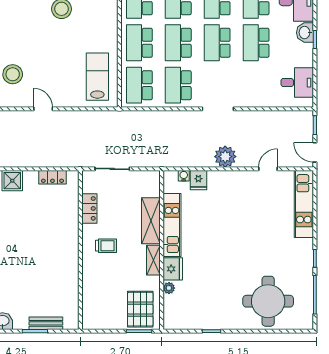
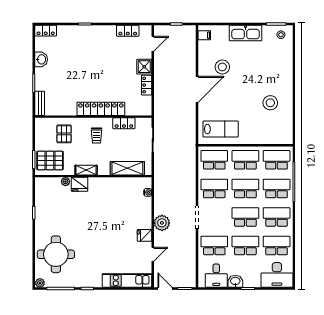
washbasin: (305, 33) -> (235, 281), moved
school desk: (256, 85) -> (214, 245), added
door: (43, 109) -> (197, 89), width x1.87
door: (315, 152) -> (165, 289), hinge flipped
door: (268, 169) -> (153, 254), hinge flipped
locker: (52, 177) -> (147, 85), moved
fridge: (198, 180) -> (145, 235), moved
shelving: (151, 221) -> (127, 168), moved
kitchen unit: (172, 225) -> (112, 184), removed
locker: (70, 240) -> (101, 109), added
pallet: (104, 290) -> (64, 134), added
bench: (46, 323) -> (40, 103), moved
plant: (307, 323) -> (40, 283), added

